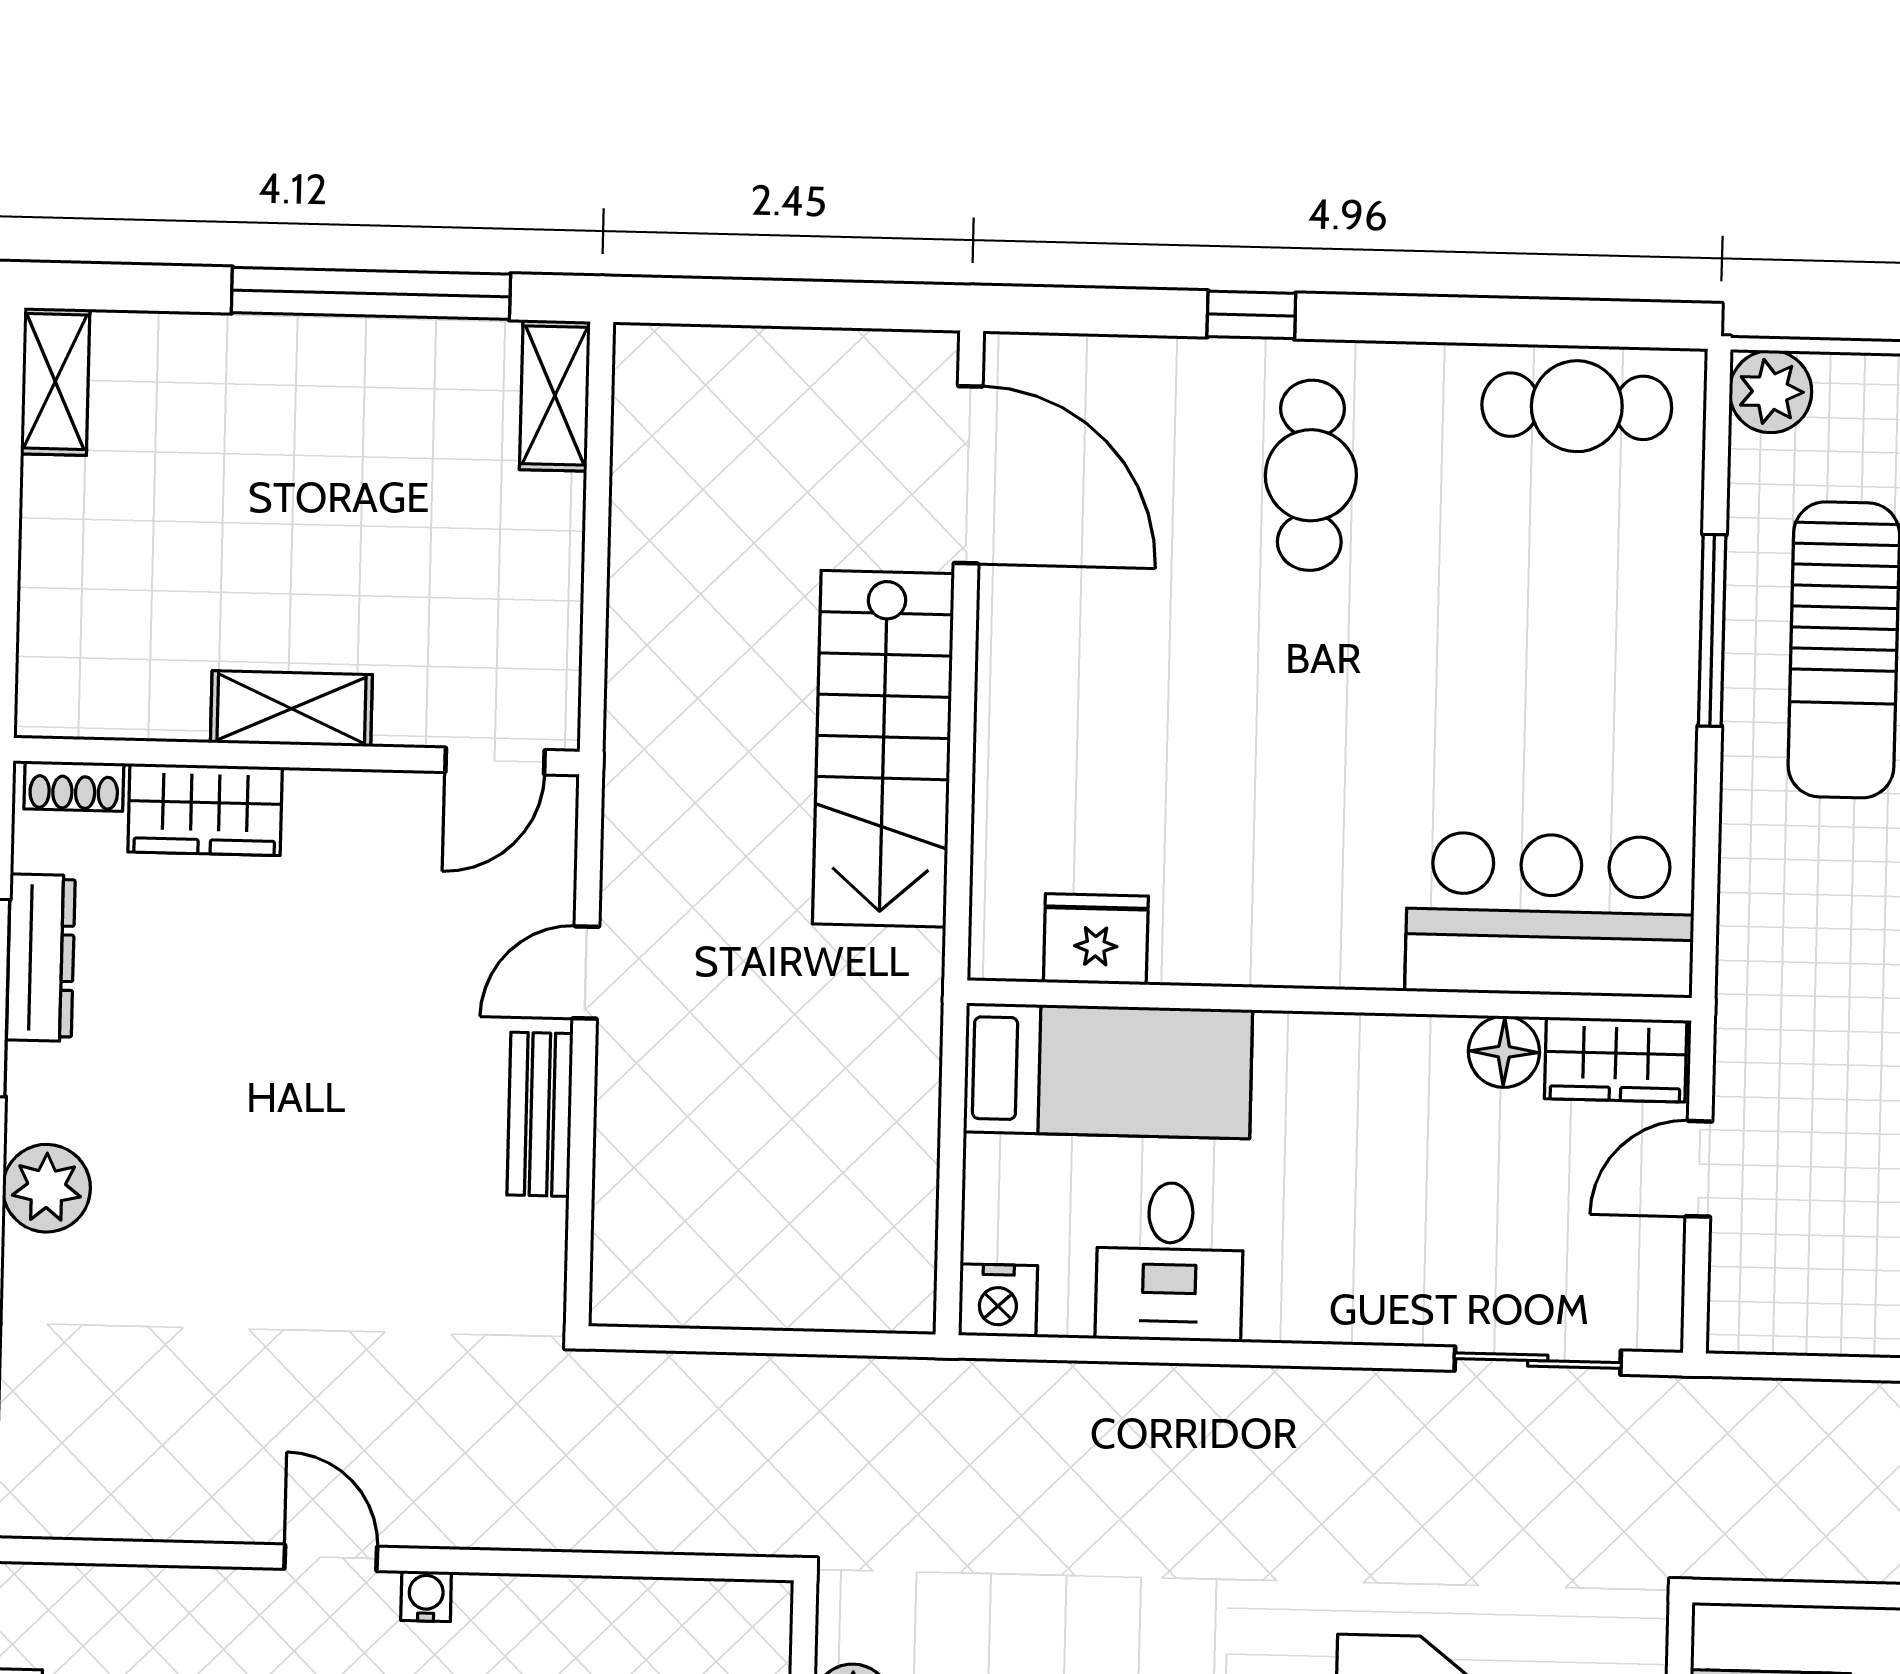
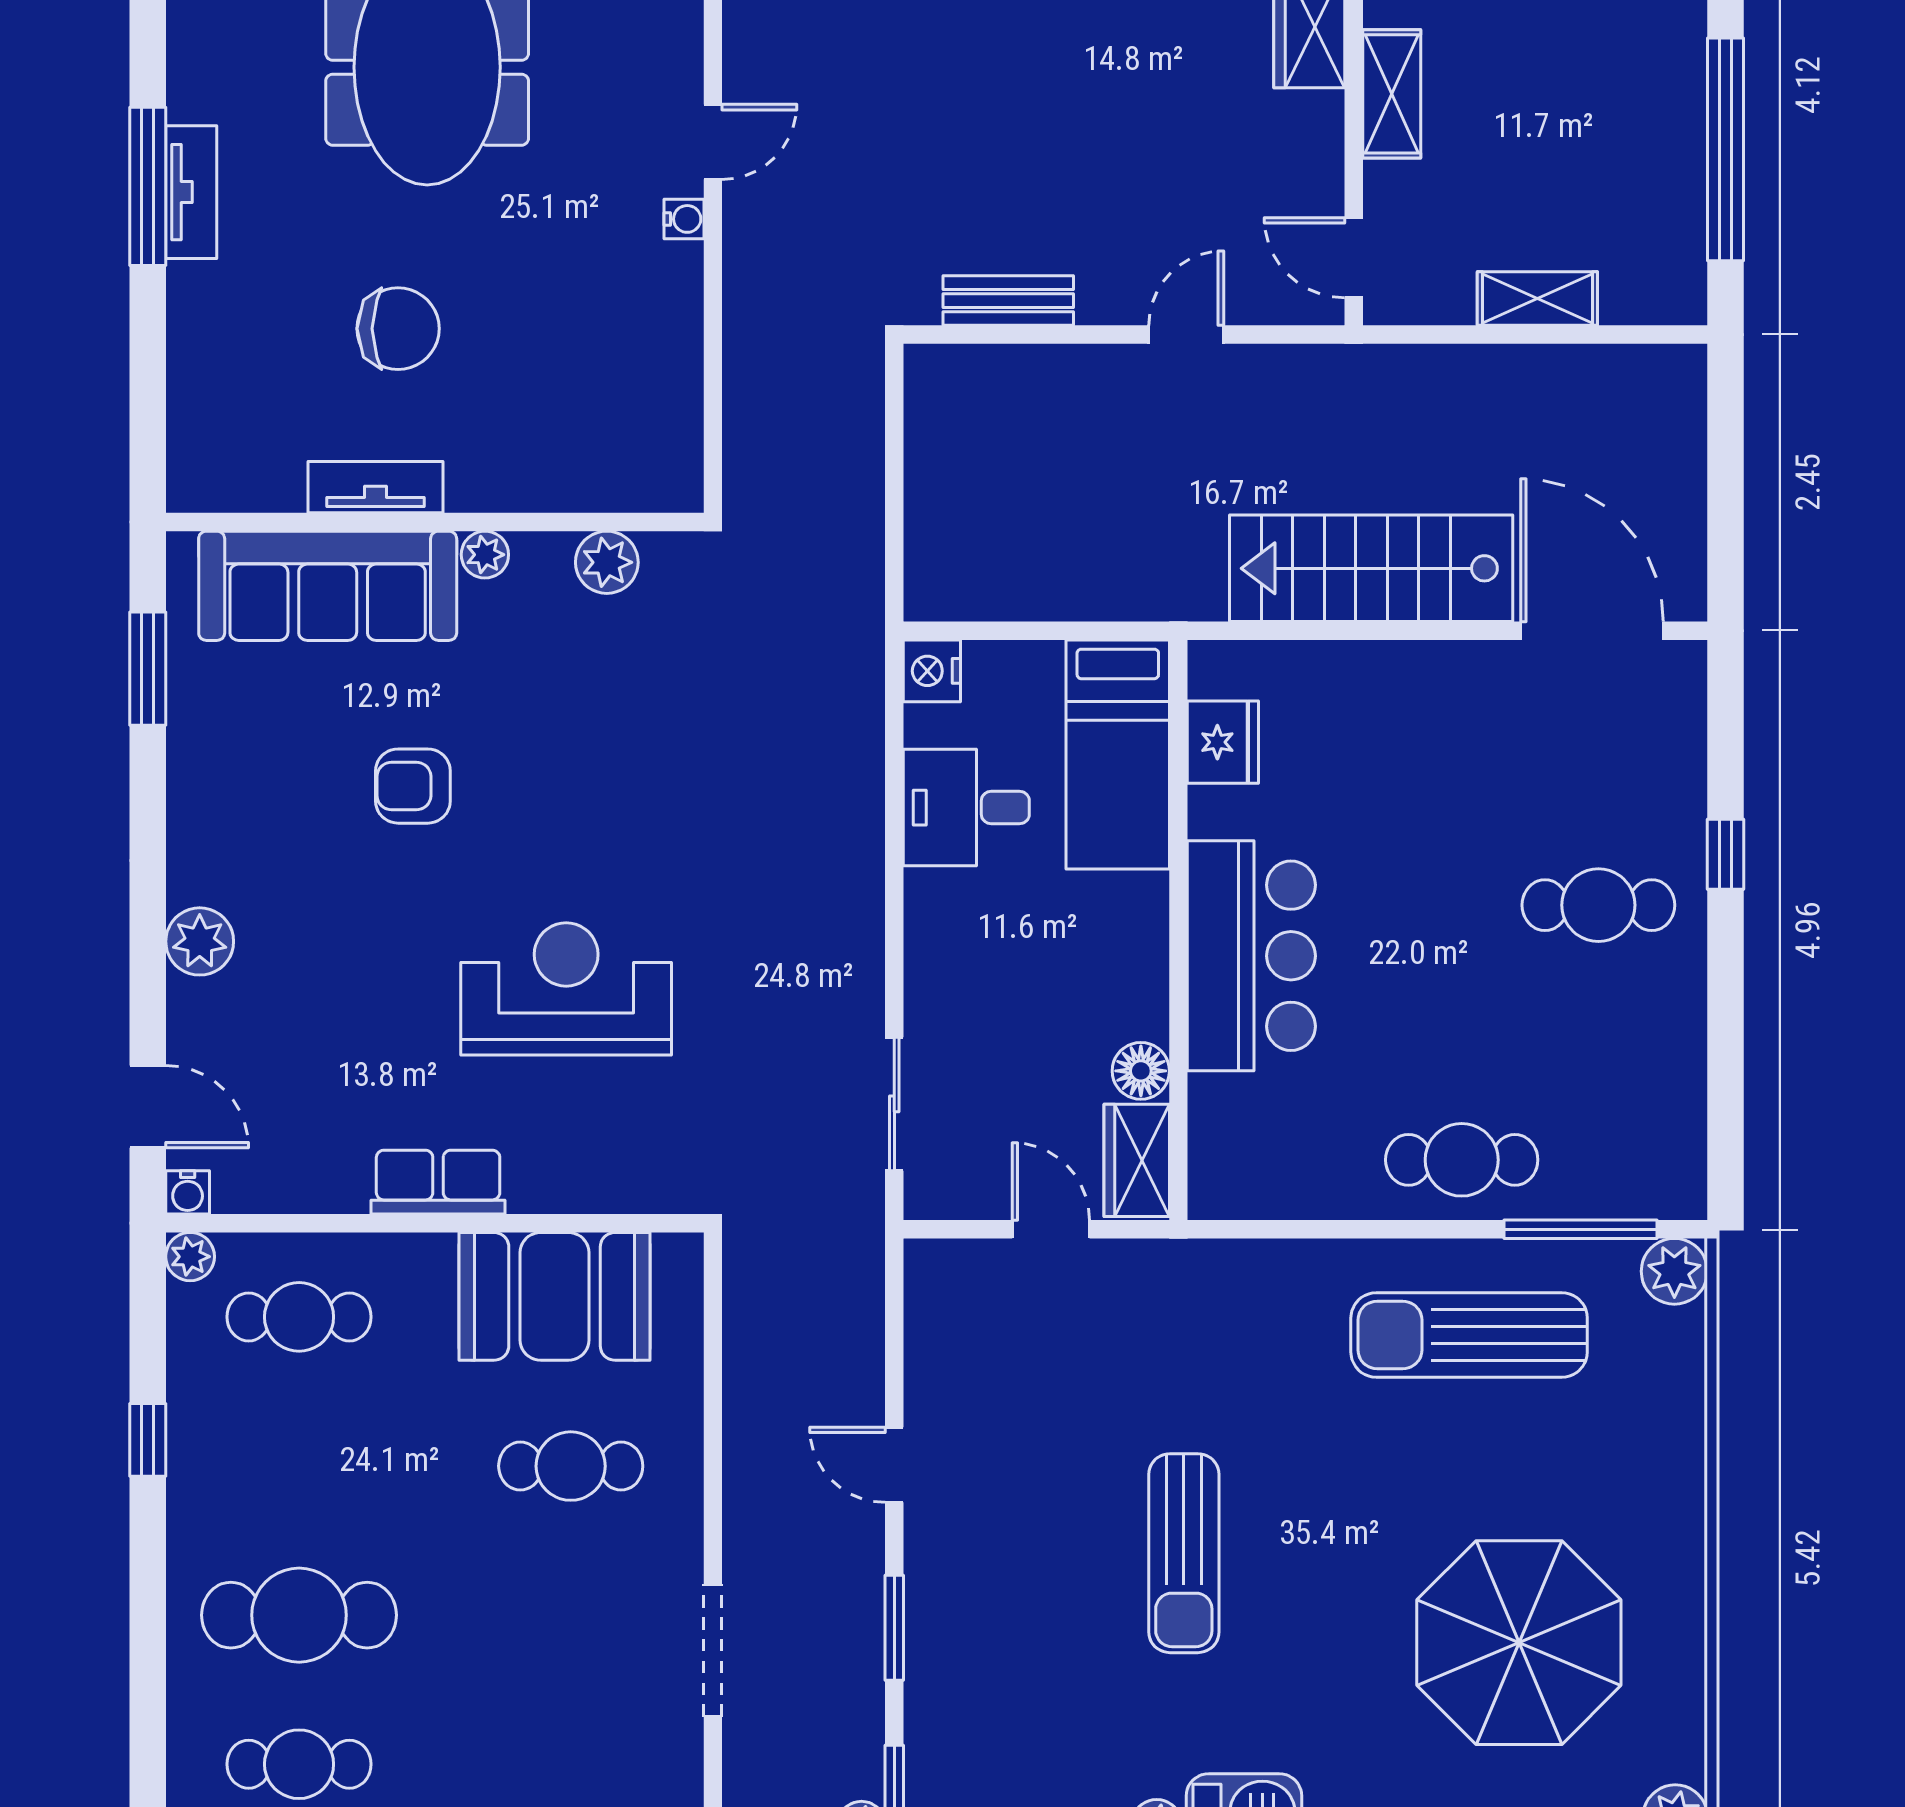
shelving: (555, 395) -> (1537, 299), moved
cafe table: (1577, 406) -> (1462, 1160), moved, turned 90
door: (968, 475) -> (1592, 631), swing flipped
window: (1712, 630) -> (1580, 1229), moved
bar counter: (1550, 915) -> (1251, 956), moved
door: (586, 973) -> (1186, 335), hinge flipped
bench: (540, 1114) -> (1008, 301), moved

